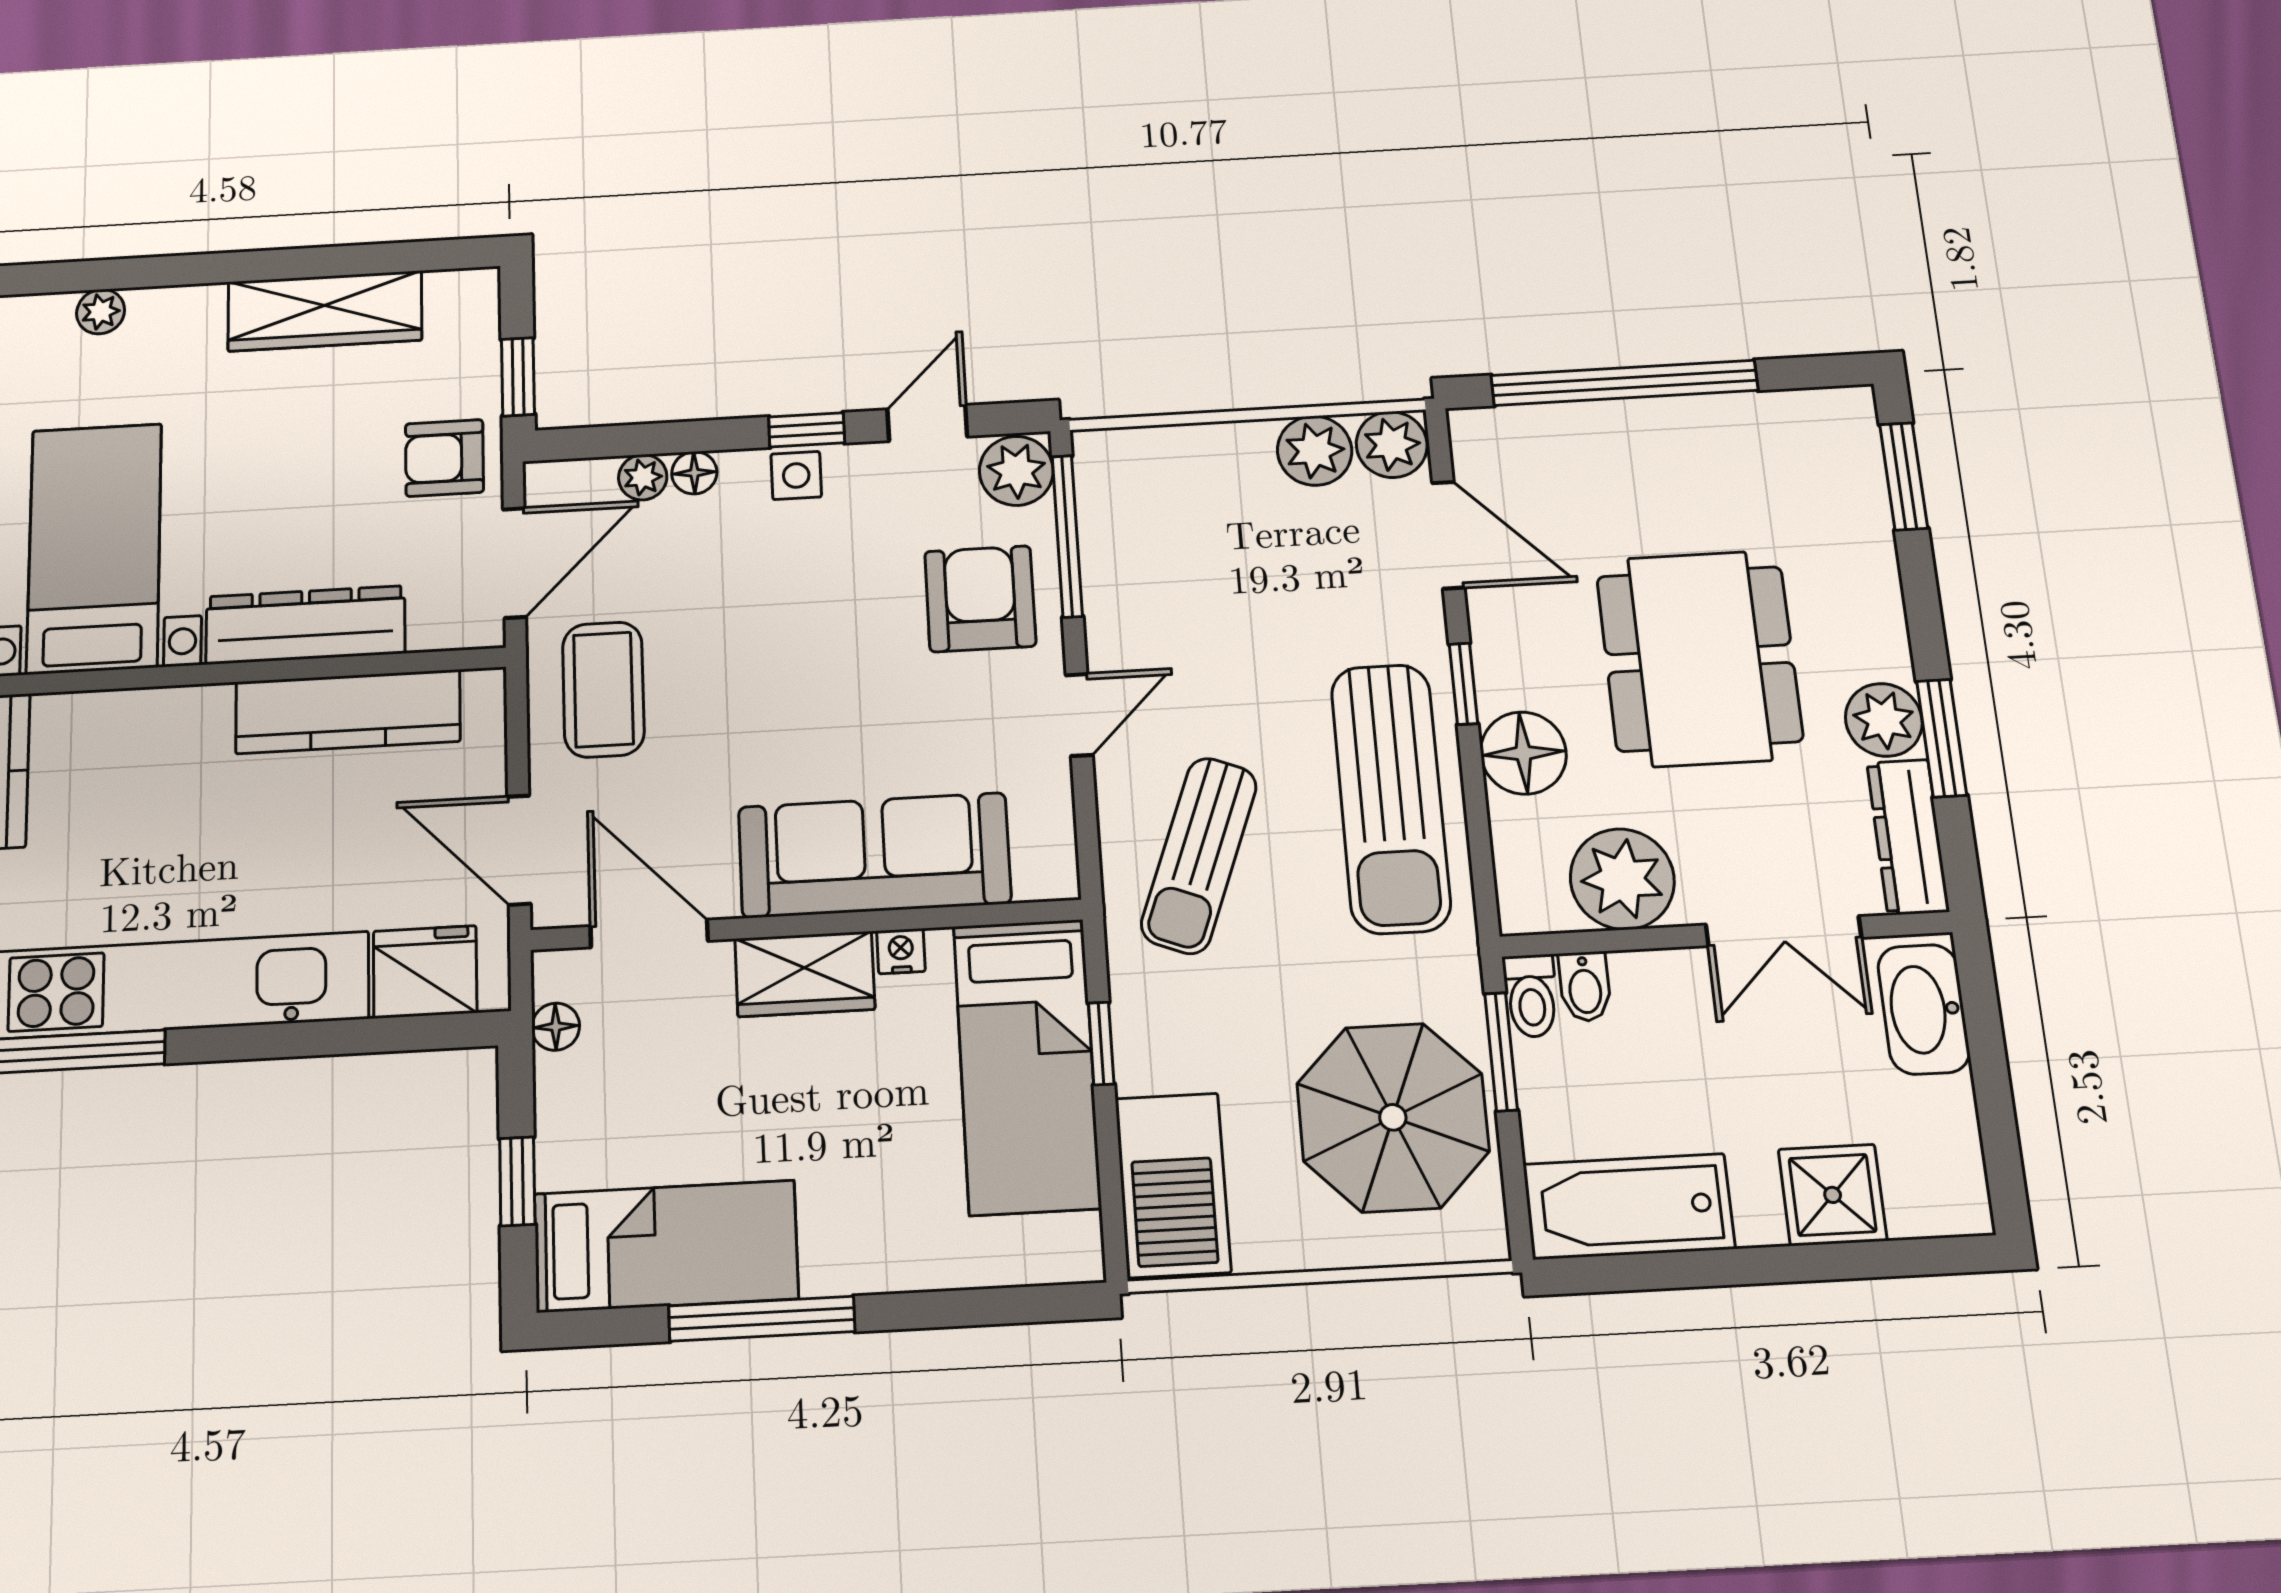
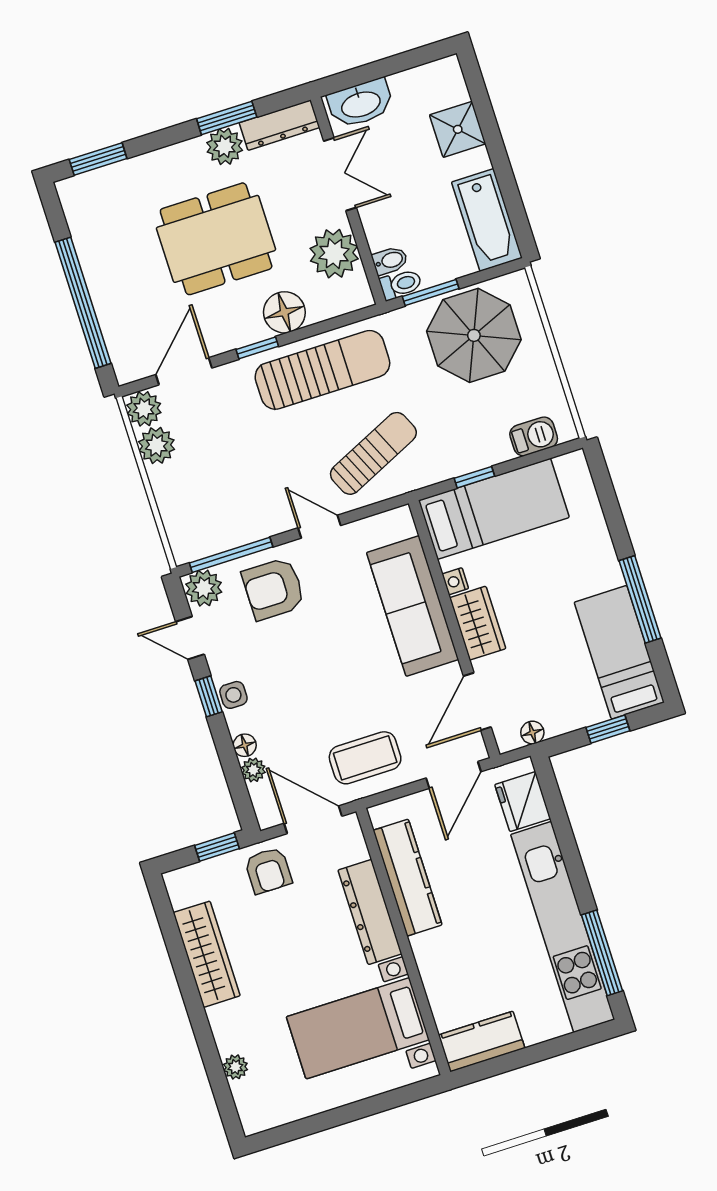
sun lounger: (1199, 855) -> (373, 453), turned -46
barbecue: (1173, 1185) -> (534, 436), width x0.53, depth x0.65

